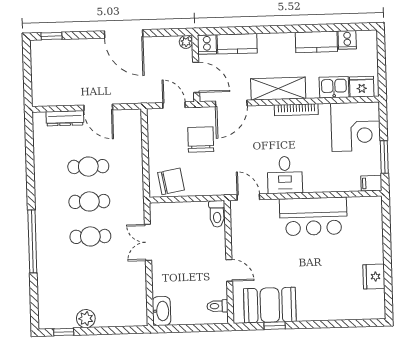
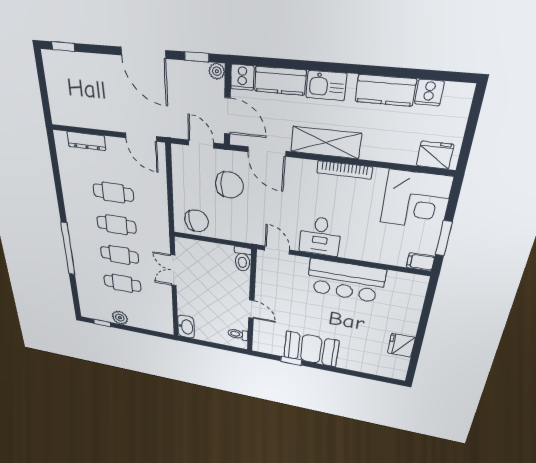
window: (169, 33) -> (197, 57), added
kitchen sink: (334, 87) -> (326, 86), moved, turned 180
door: (231, 103) -> (267, 152), hinge flipped
door: (98, 107) -> (141, 137), moved
chair: (201, 139) -> (229, 185), turned 90
cafe table: (91, 271) -> (122, 283), added
booth: (270, 305) -> (311, 349), moved

